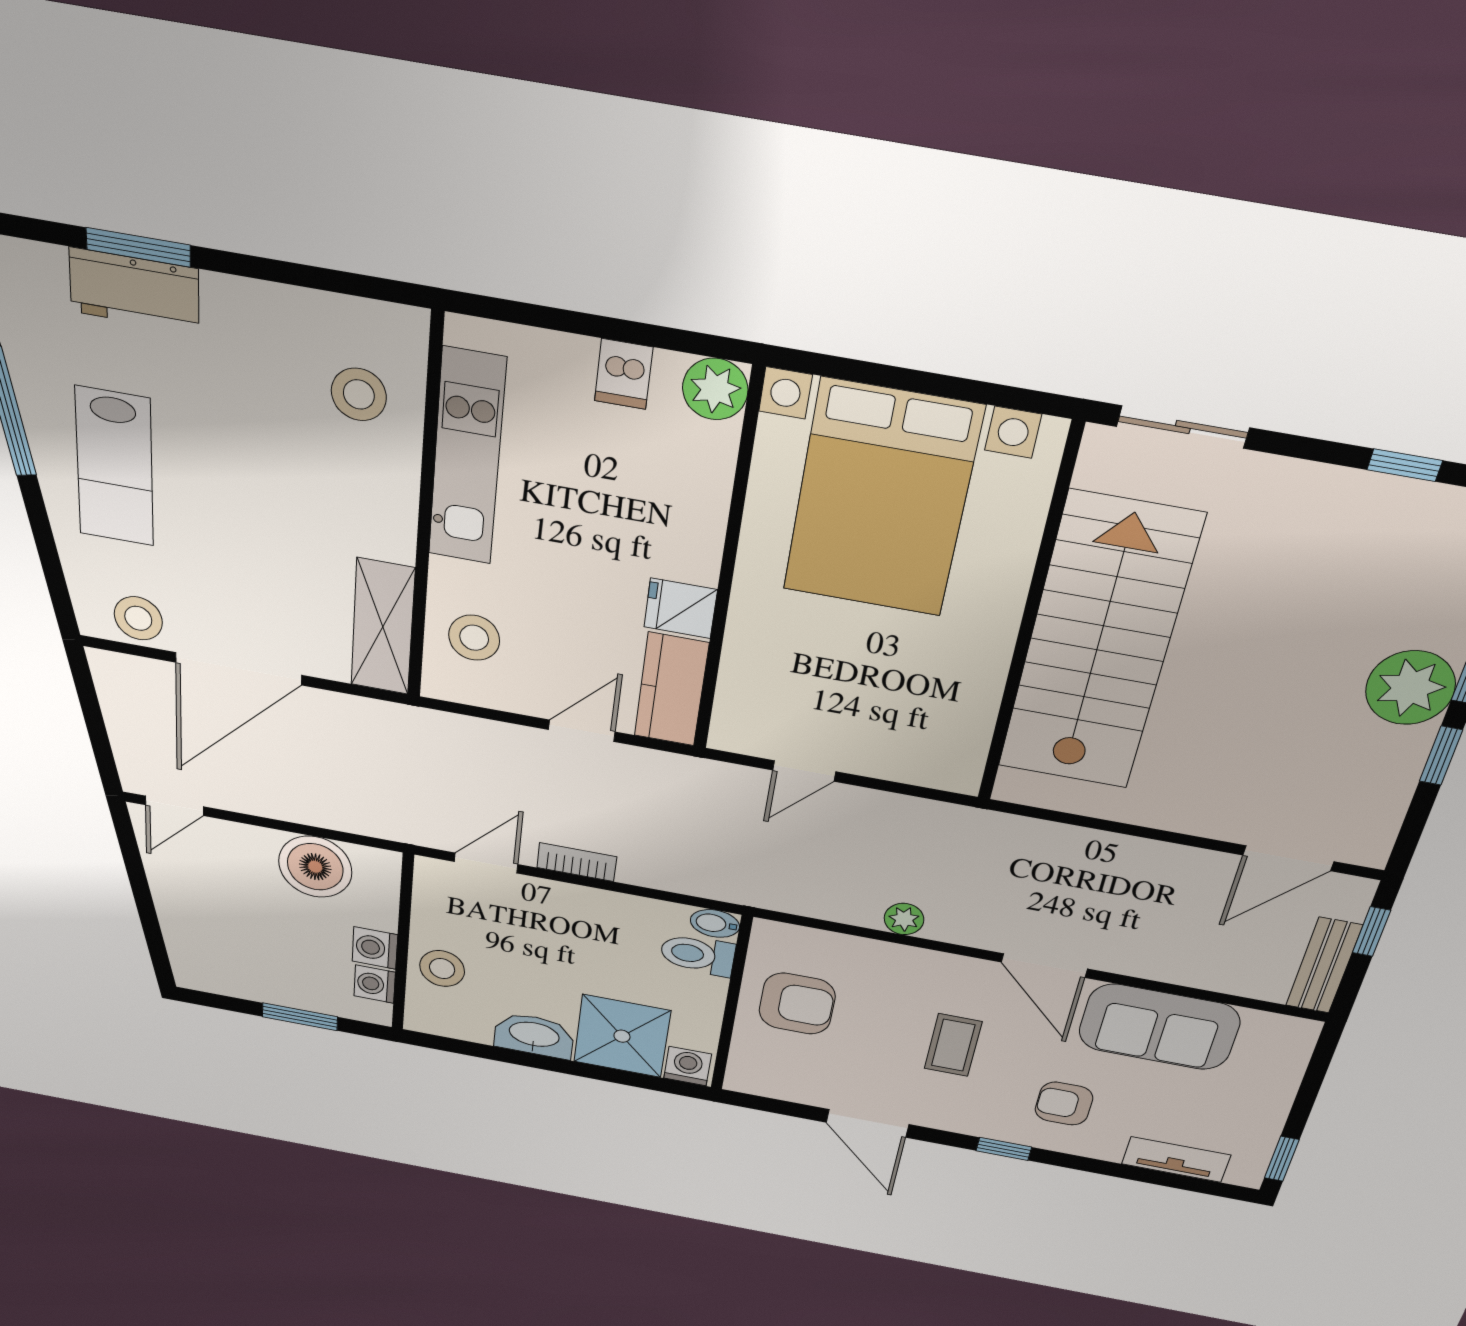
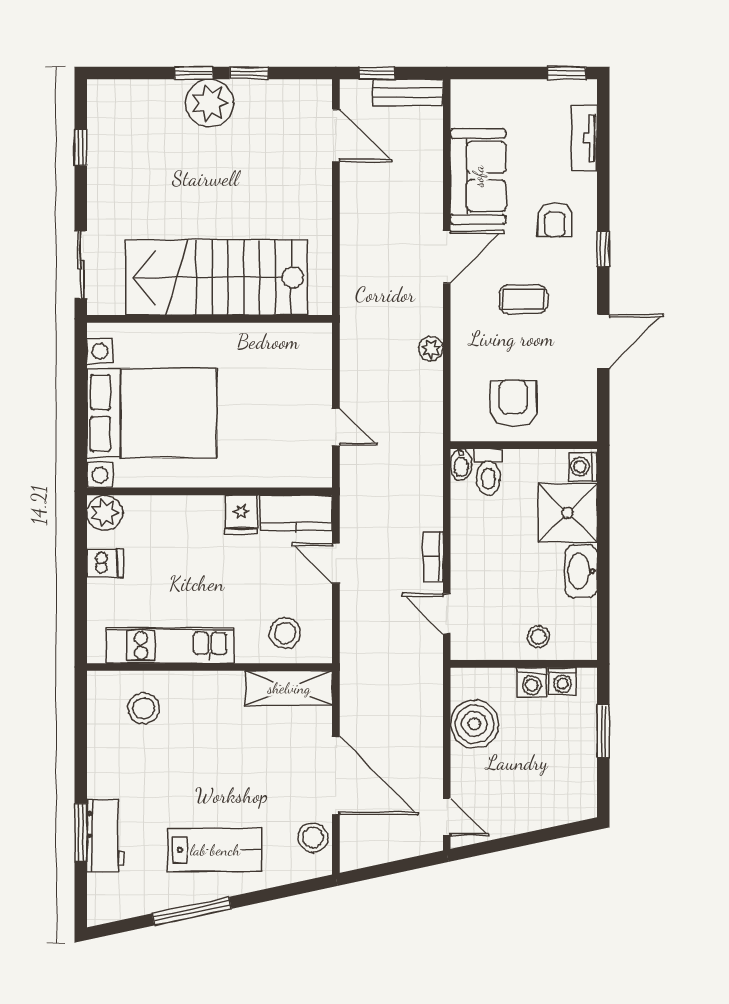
stool: (442, 969) -> (539, 637), width x0.73, depth x0.73

